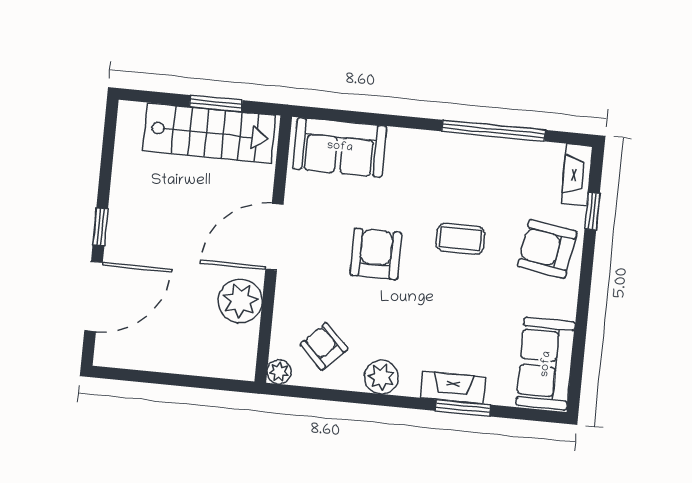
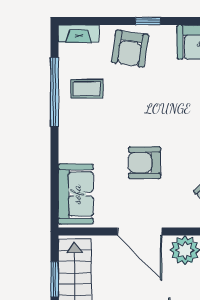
window: (592, 211) -> (148, 21), moved
coffee table: (460, 239) -> (87, 89), moved, turned 90

